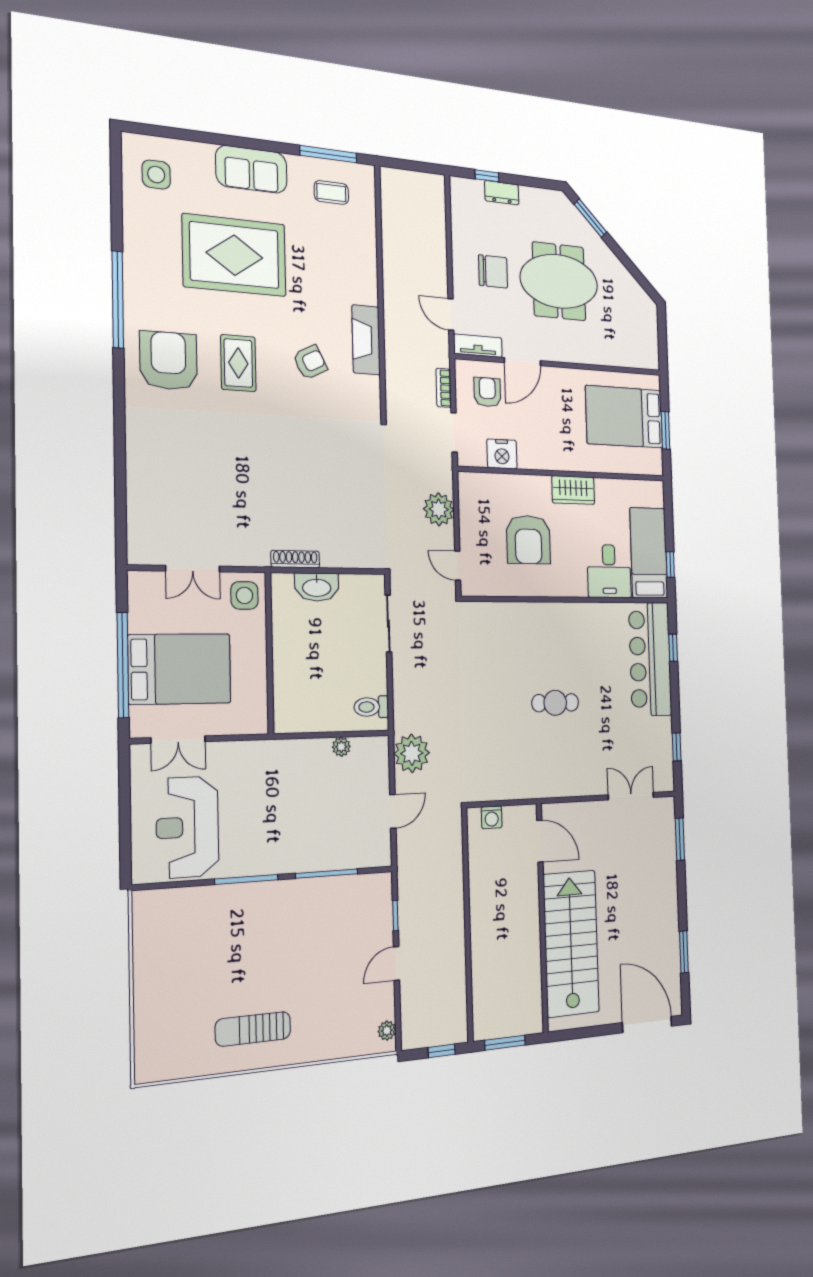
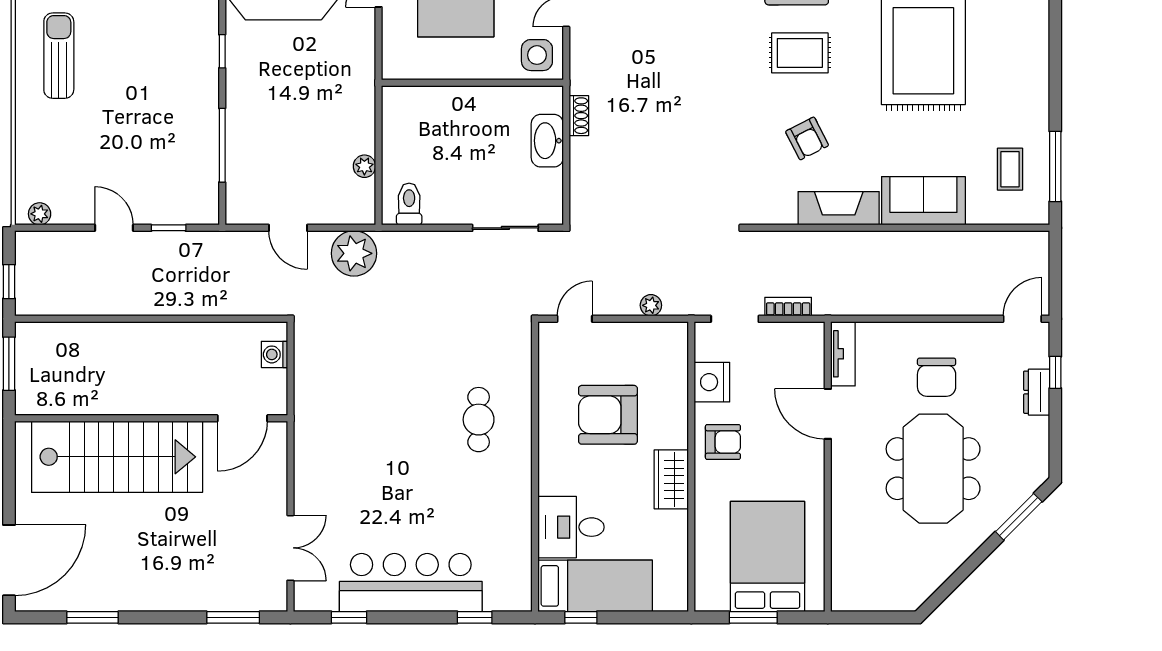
sofa: (251, 169) -> (923, 201), moved, turned 90
door: (451, 315) -> (1022, 319), moved
armchair: (487, 392) -> (723, 442), moved
plant: (439, 509) -> (651, 305), width x0.53, depth x0.53
shoe rack: (295, 559) -> (579, 116), width x0.70
bar counter: (650, 659) -> (411, 583), moved
cafe table: (555, 703) -> (479, 420), moved
window: (246, 879) -> (222, 51), width x0.46

